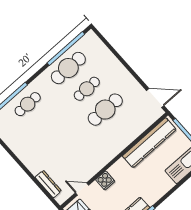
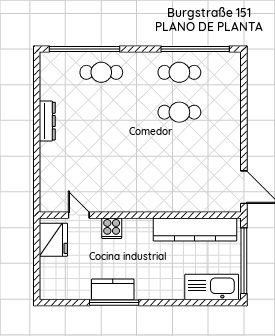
cafe table: (68, 68) -> (179, 72), width x0.73, depth x0.74
cafe table: (105, 110) -> (179, 152), removed
dresser: (48, 184) -> (47, 121), moved

